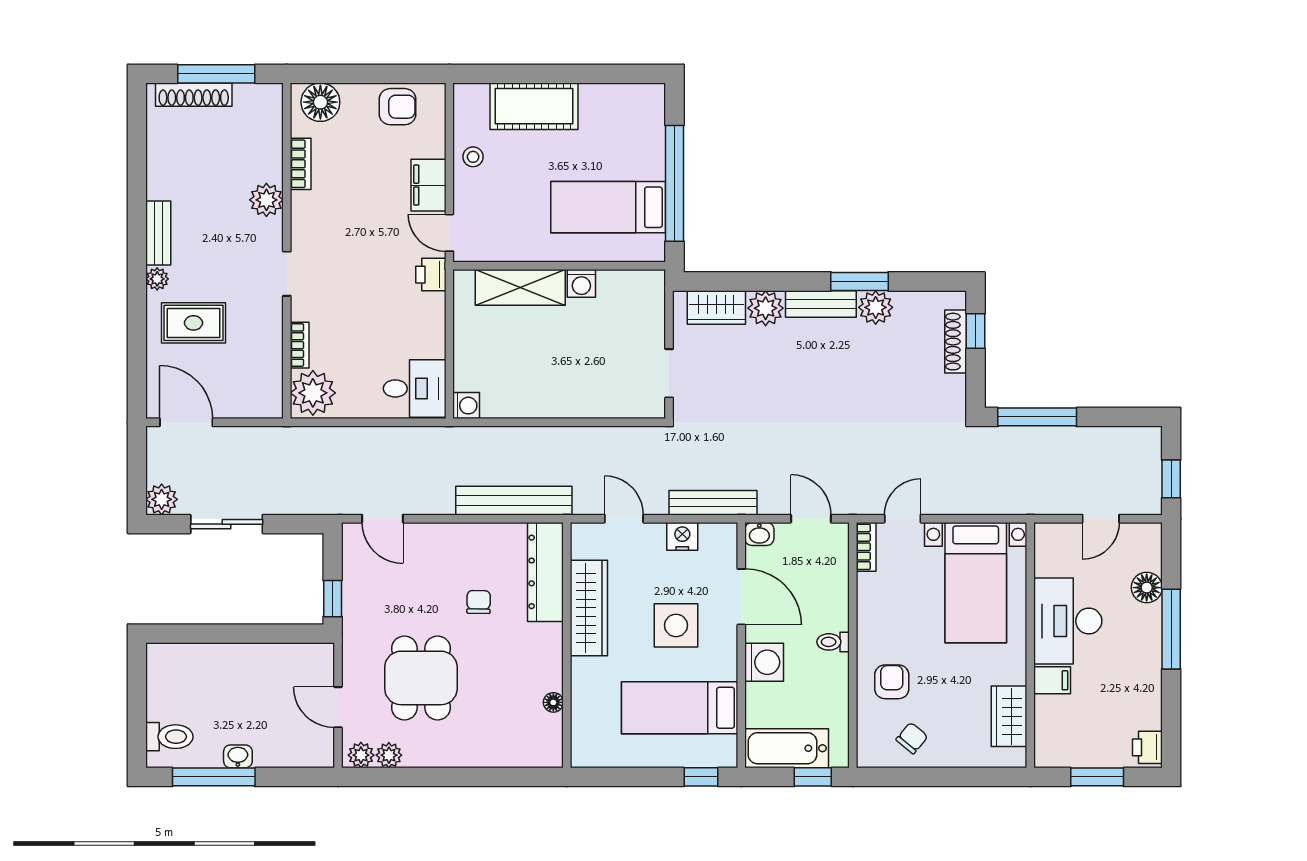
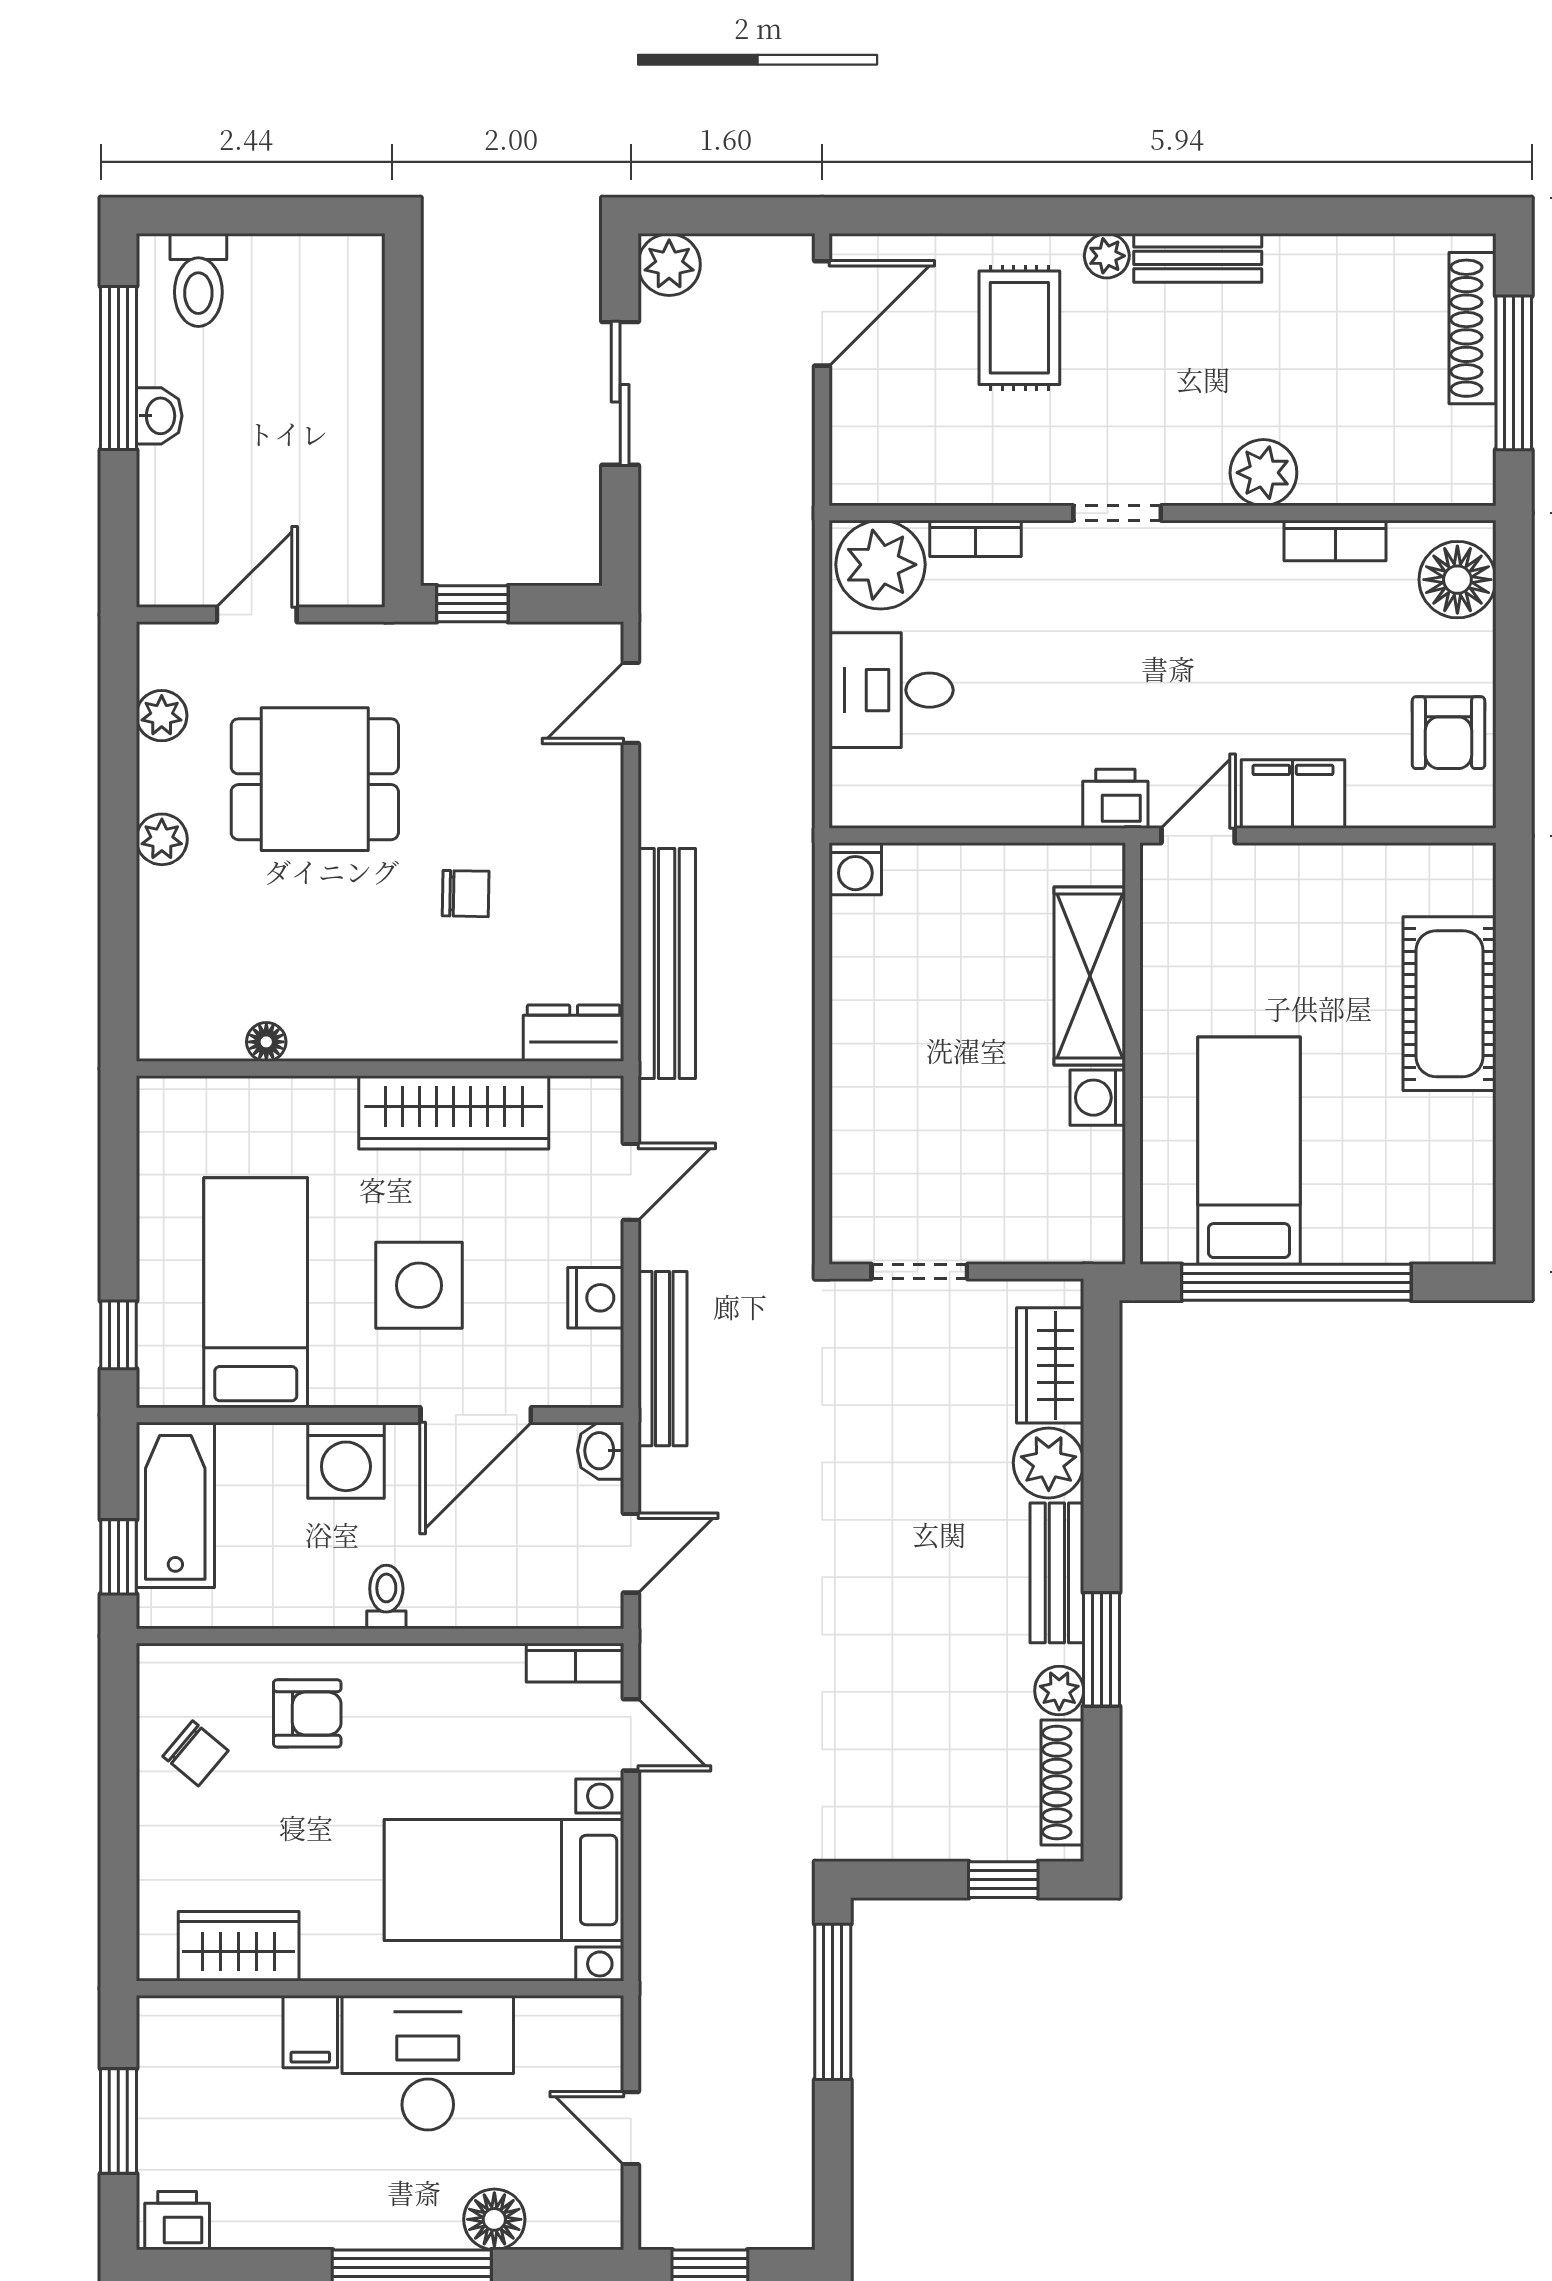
stool: (473, 157) -> (1349, 882), removed
plant: (876, 307) -> (1059, 1691), width x0.73, depth x0.73
shoe rack: (956, 342) -> (1062, 1782), moved, turned -90
desk: (415, 388) -> (891, 690), moved, turned 90
dresser: (545, 572) -> (574, 1033), width x0.51, depth x0.80
plant: (361, 755) -> (162, 839), moved

